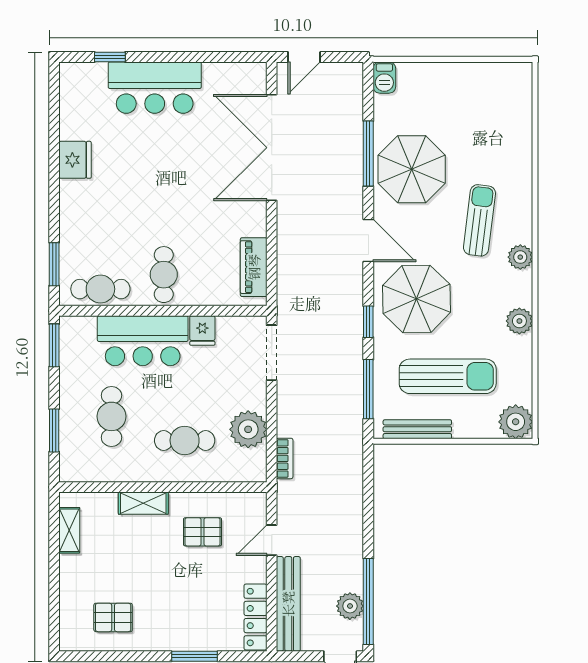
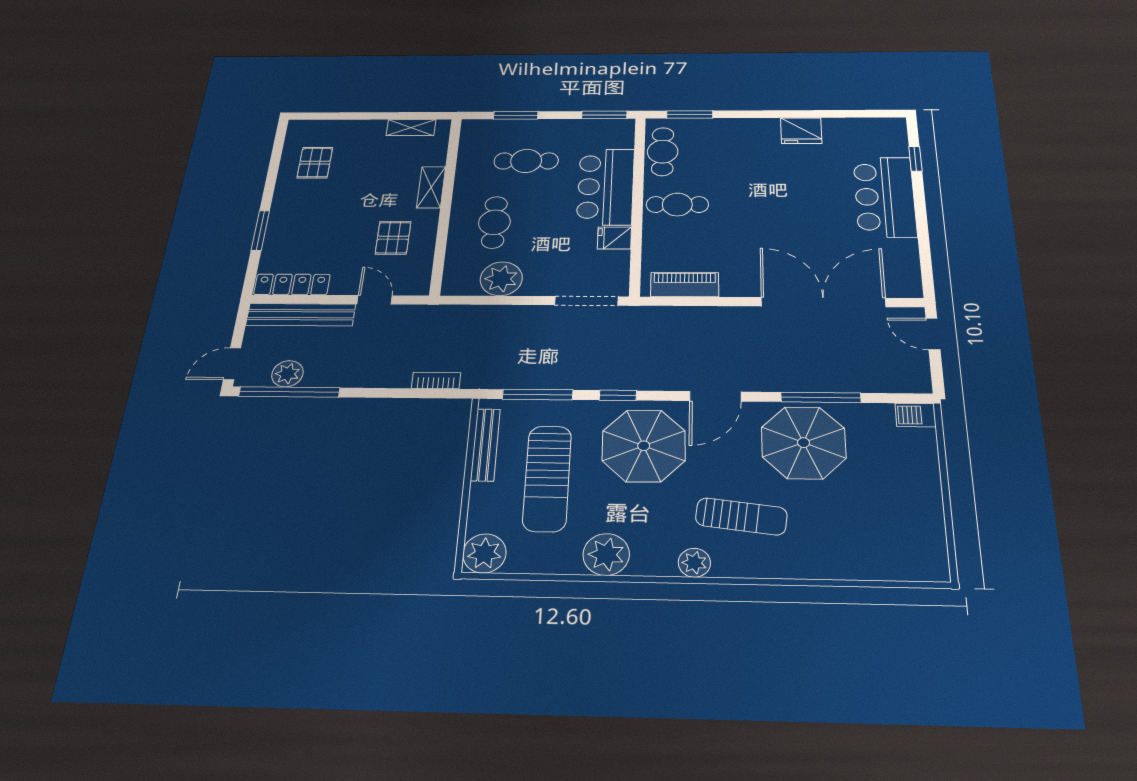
plant: (519, 321) -> (606, 554), width x1.36, depth x1.36
bookcase: (285, 458) -> (436, 380), moved, turned 180

